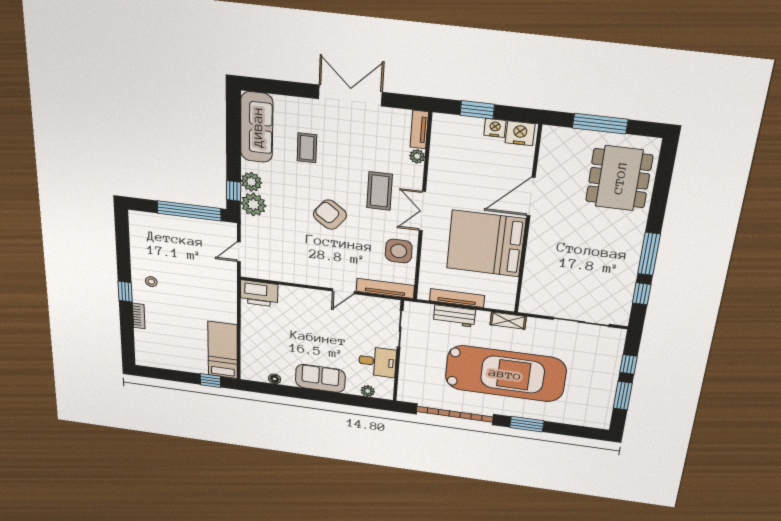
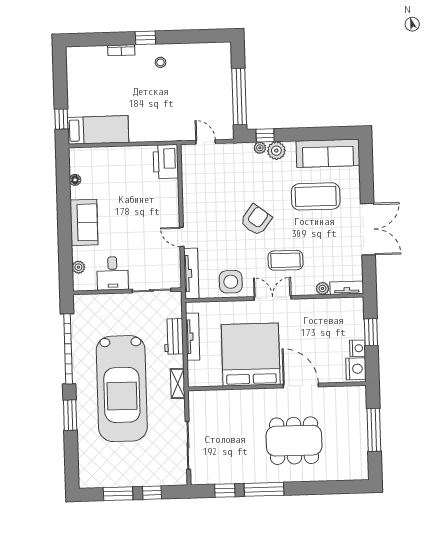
coffee table: (307, 148) -> (316, 196), width x1.86, depth x1.72
dining table: (619, 178) -> (294, 441), moved
plant: (253, 204) -> (260, 148), width x0.53, depth x0.53

